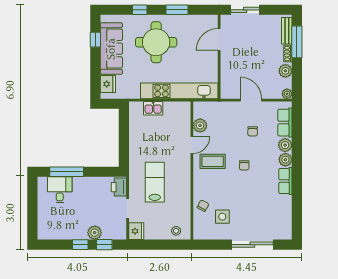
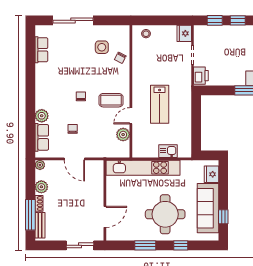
plant: (285, 160) -> (41, 102), removed
row of seats: (285, 181) -> (41, 50), moved
lab bench: (155, 182) -> (160, 104), moved
plant: (95, 233) -> (224, 32), removed

